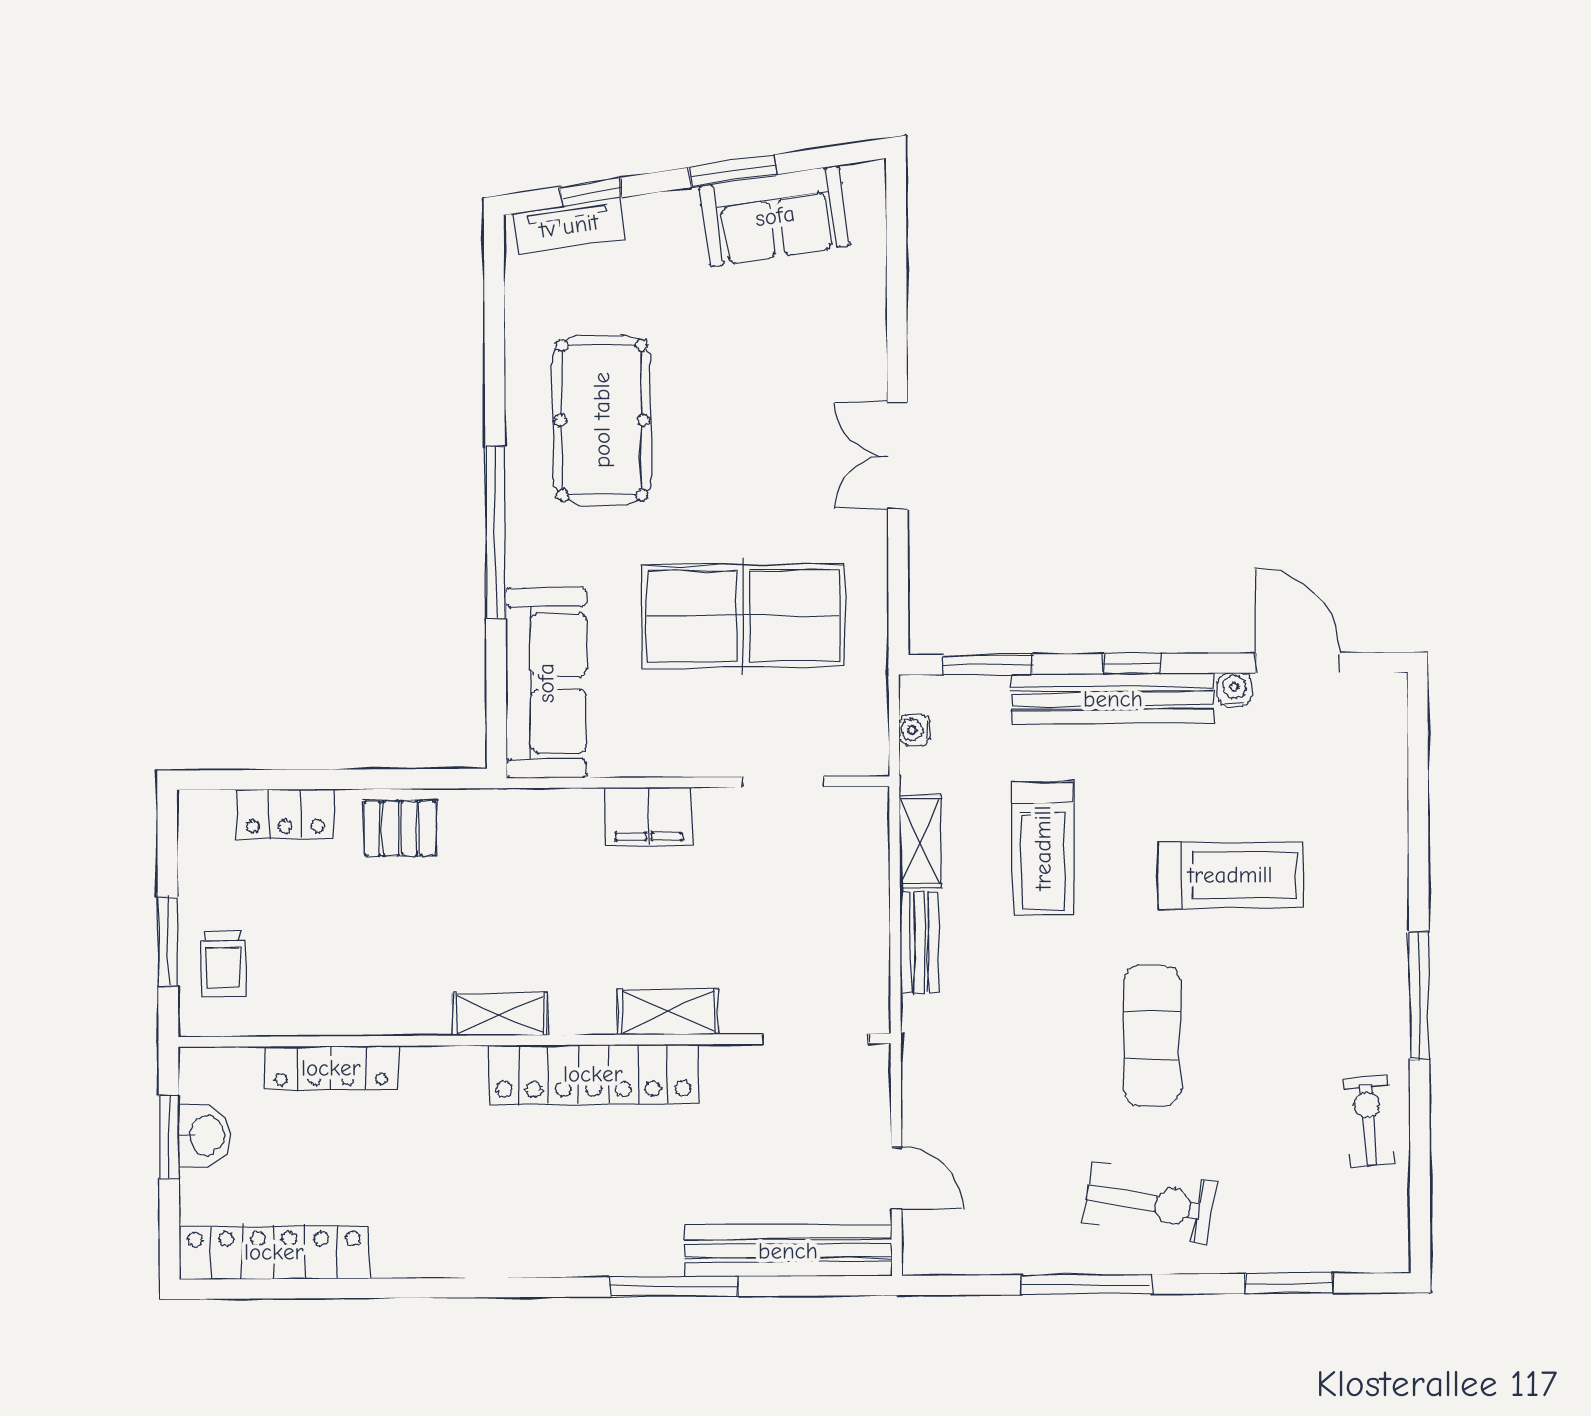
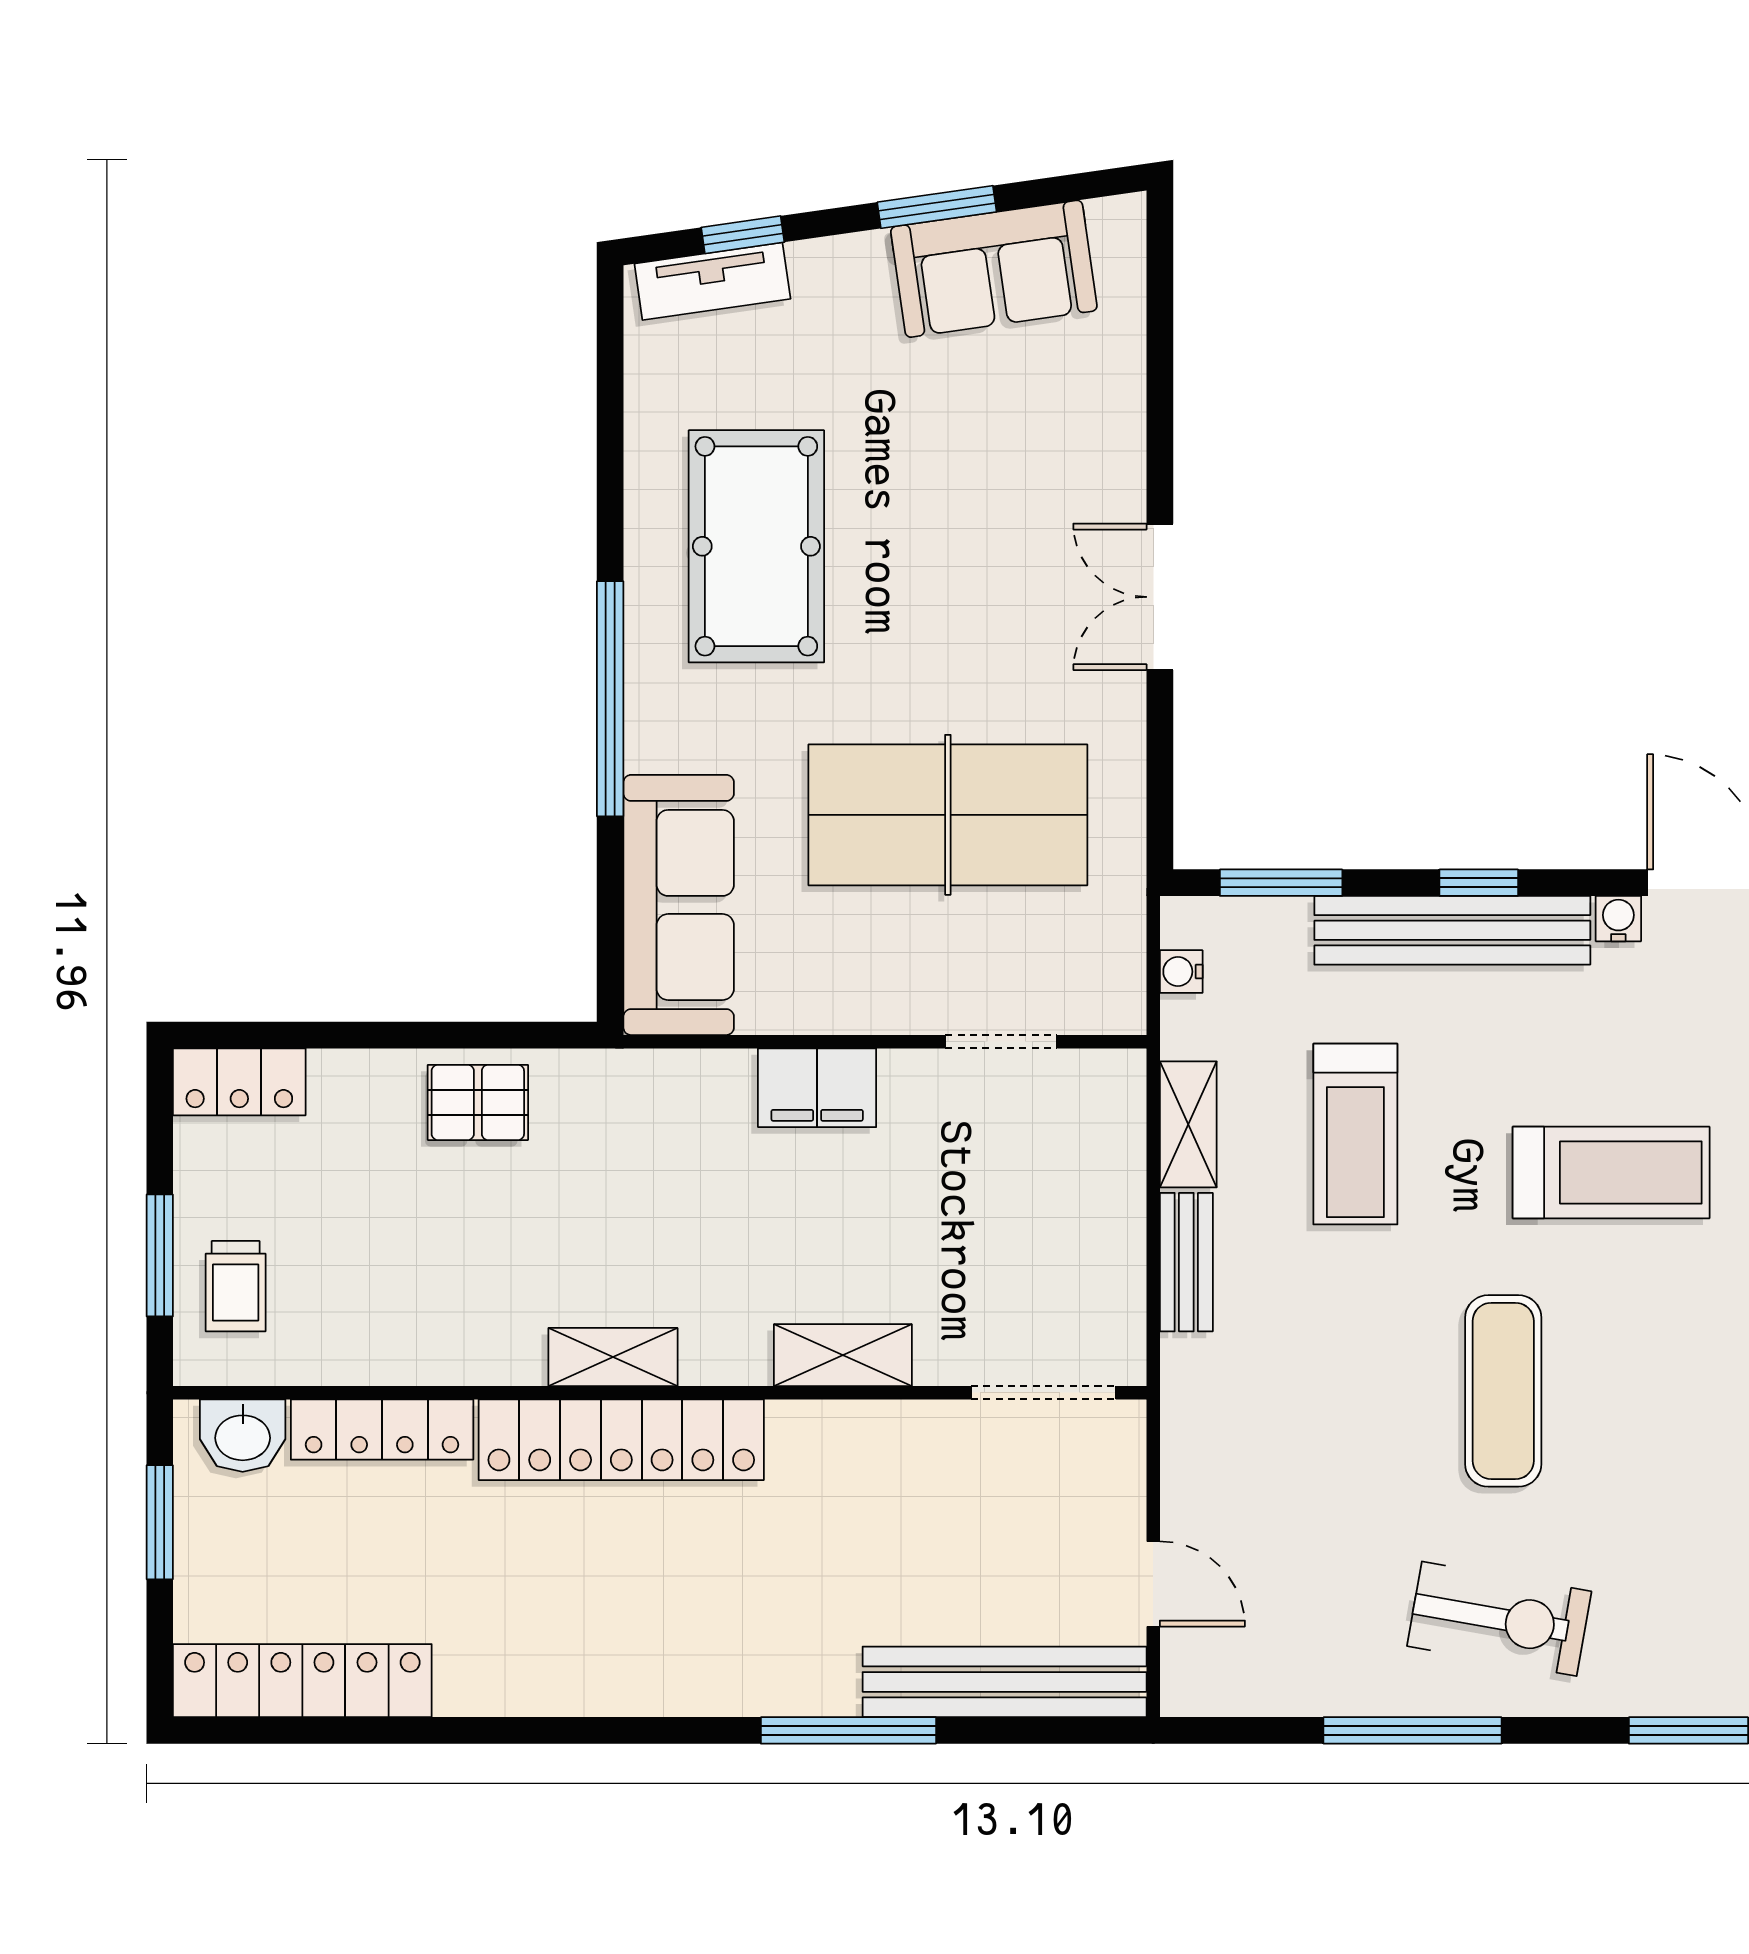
locker: (285, 814) -> (239, 1082), moved
locker: (593, 1074) -> (621, 1440), moved
washbasin: (205, 1136) -> (243, 1436), moved, turned 90

